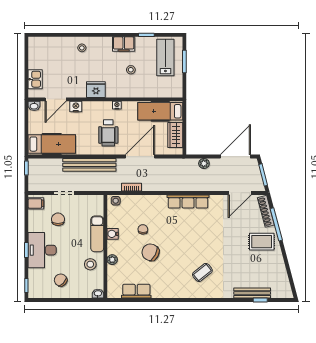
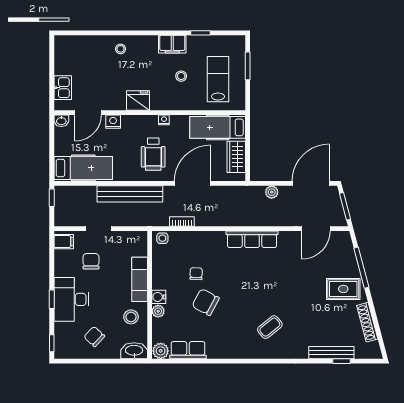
lab bench: (165, 57) -> (218, 79), moved
shoe rack: (266, 211) -> (367, 322), moved
water cooler: (113, 234) -> (159, 297), moved
plant: (114, 292) -> (161, 351), added
washbasin: (98, 294) -> (134, 351), width x1.91, depth x1.45

